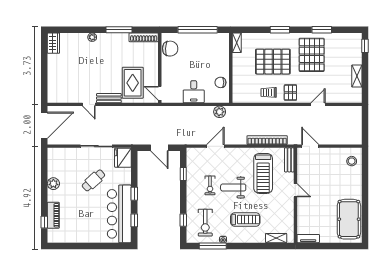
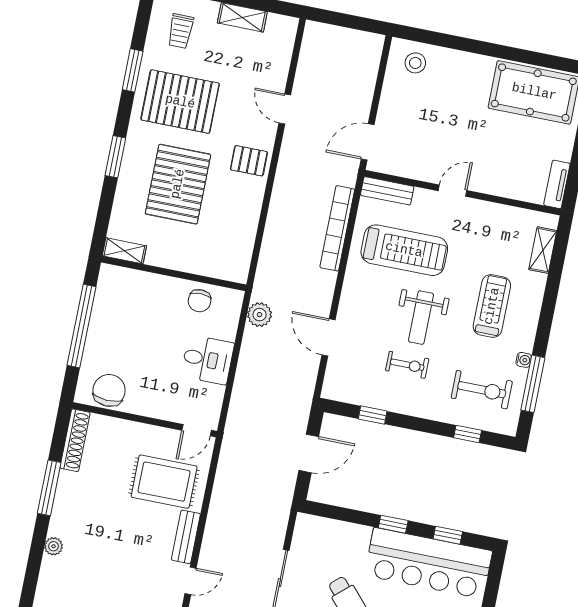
trolley: (269, 92) -> (181, 31), moved
fridge: (123, 158) -> (314, 533), removed

